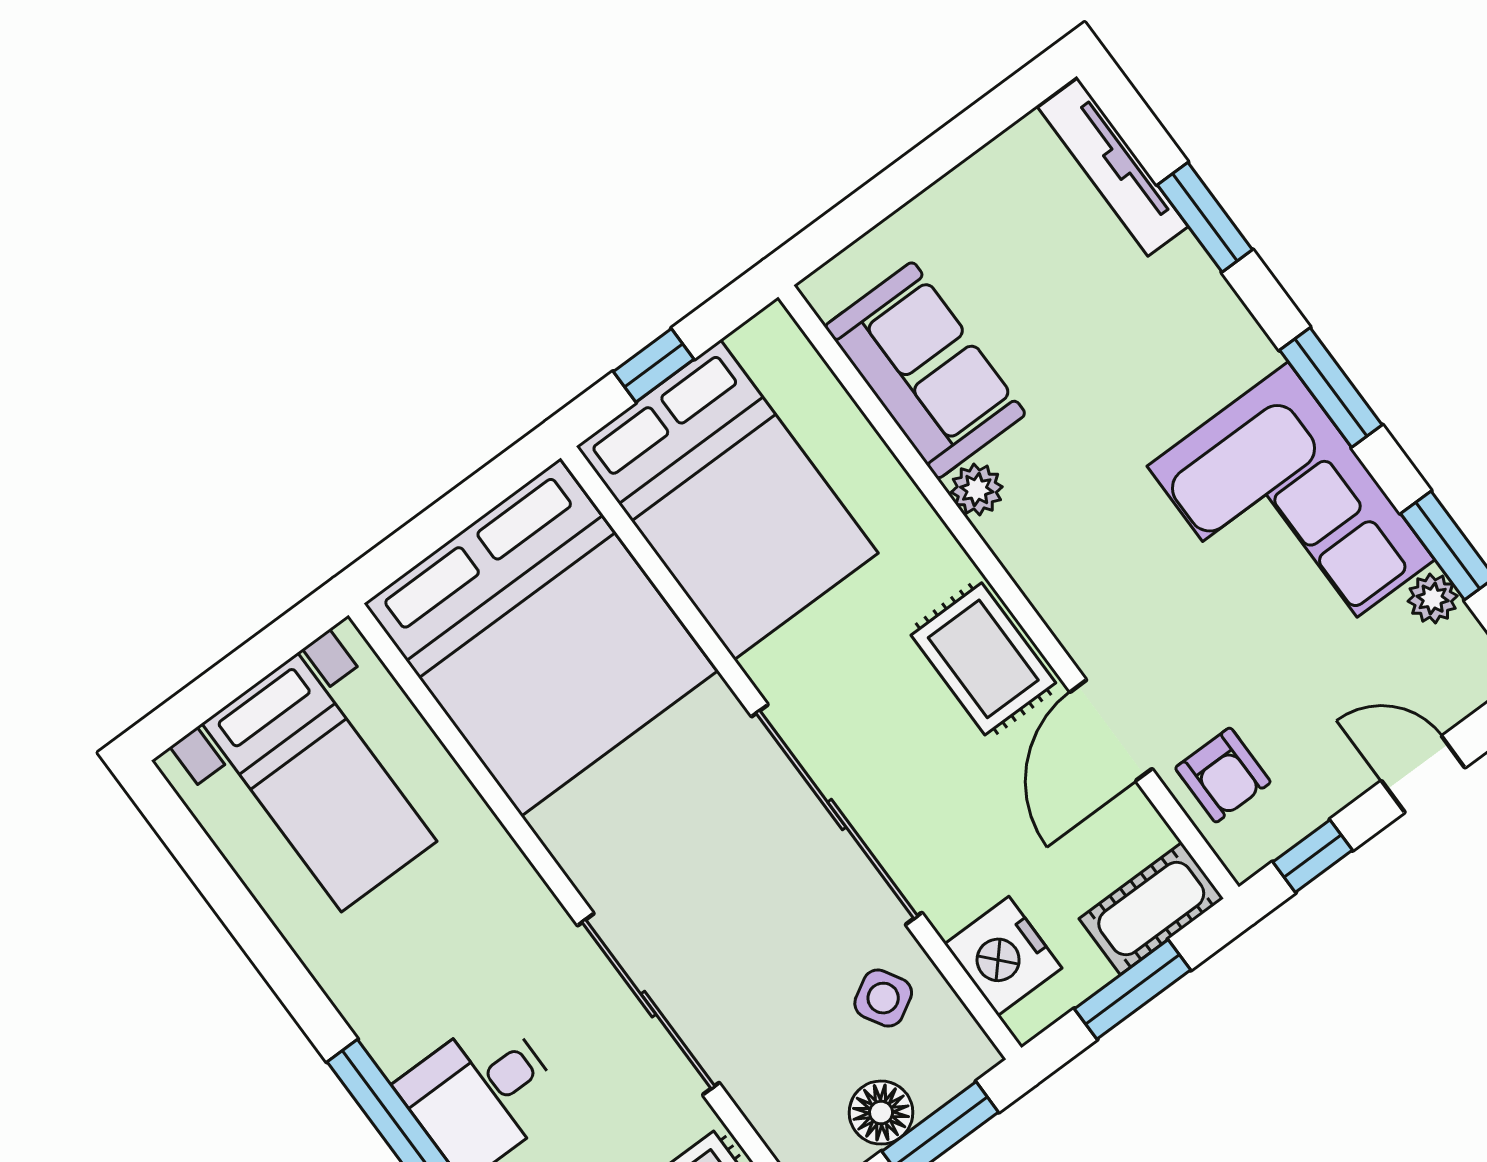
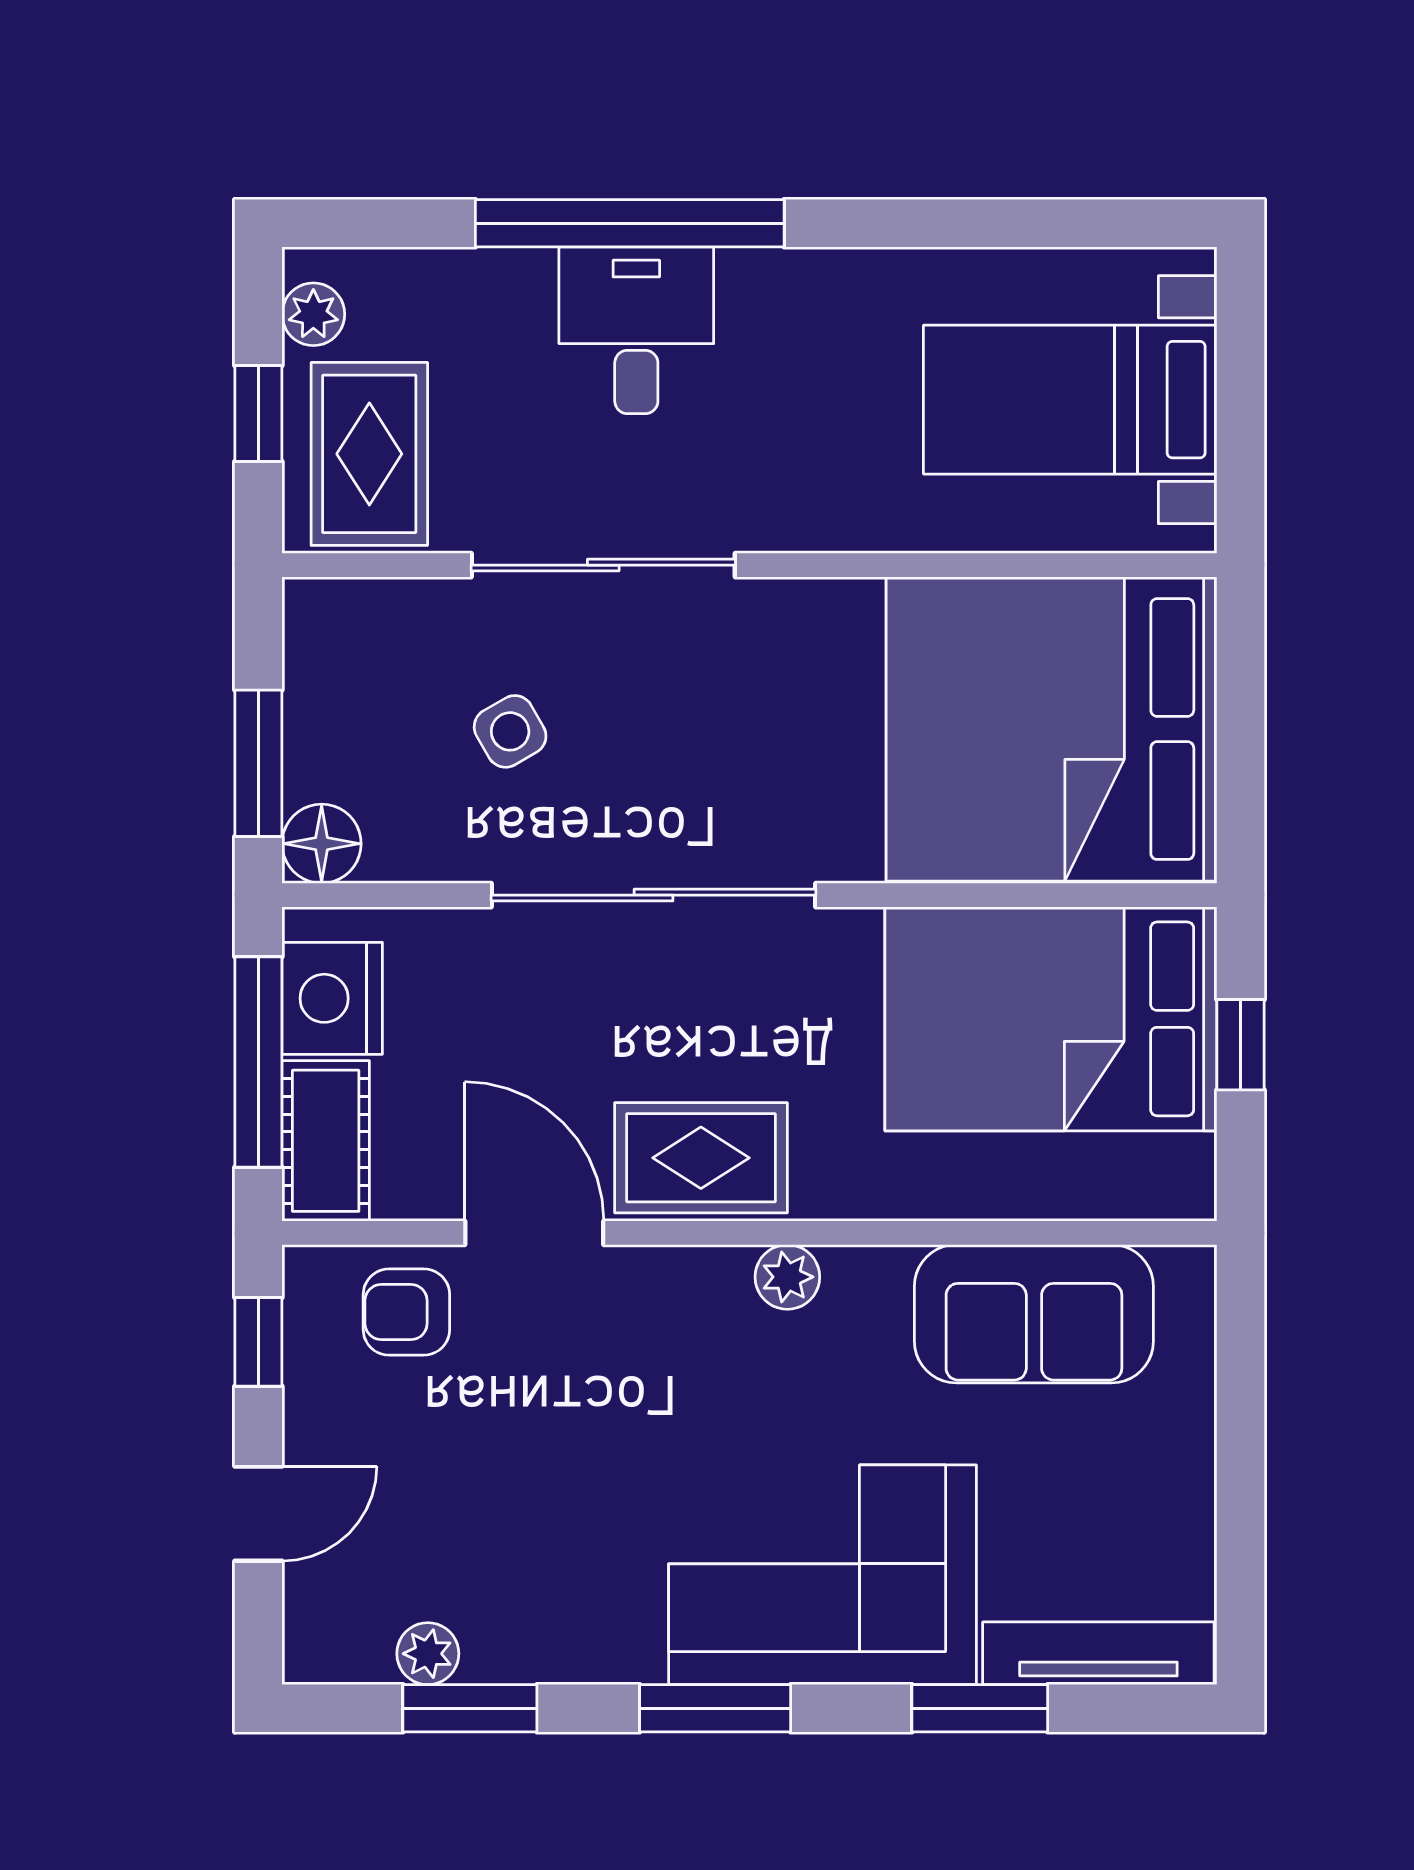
plant: (977, 490) -> (787, 1277), moved
corner sofa: (1291, 513) -> (822, 1575), moved
nightstand: (1003, 956) -> (332, 998), moved, turned -90
window: (1132, 989) -> (258, 1062), width x1.44
side table: (883, 998) -> (510, 731), moved
floor lamp: (881, 1113) -> (322, 844), moved

